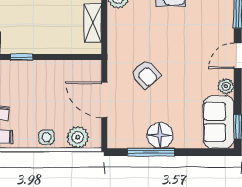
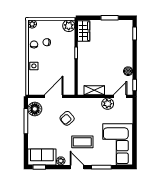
coffee table: (190, 46) -> (82, 142), added
floor lamp: (160, 135) -> (35, 109), moved
plant: (78, 137) -> (34, 82), removed

